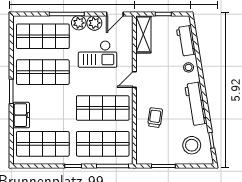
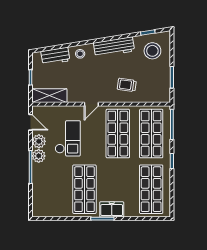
shop shelf: (43, 36) -> (51, 189), removed
door: (134, 80) -> (91, 104), hinge flipped
freezer: (21, 115) -> (112, 209), moved

